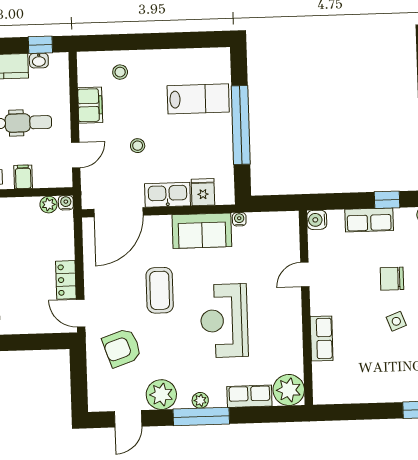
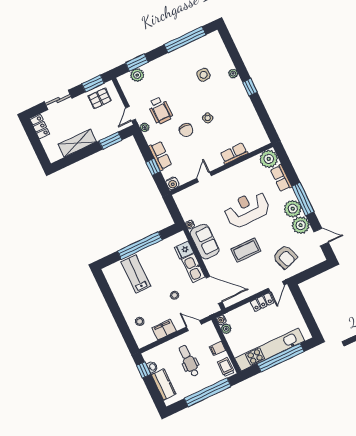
window: (387, 200) -> (153, 167), moved
door: (305, 275) -> (204, 177), swing flipped
reception desk: (224, 321) -> (247, 209), turned 180
plant: (200, 400) -> (293, 209), width x1.88, depth x1.88

